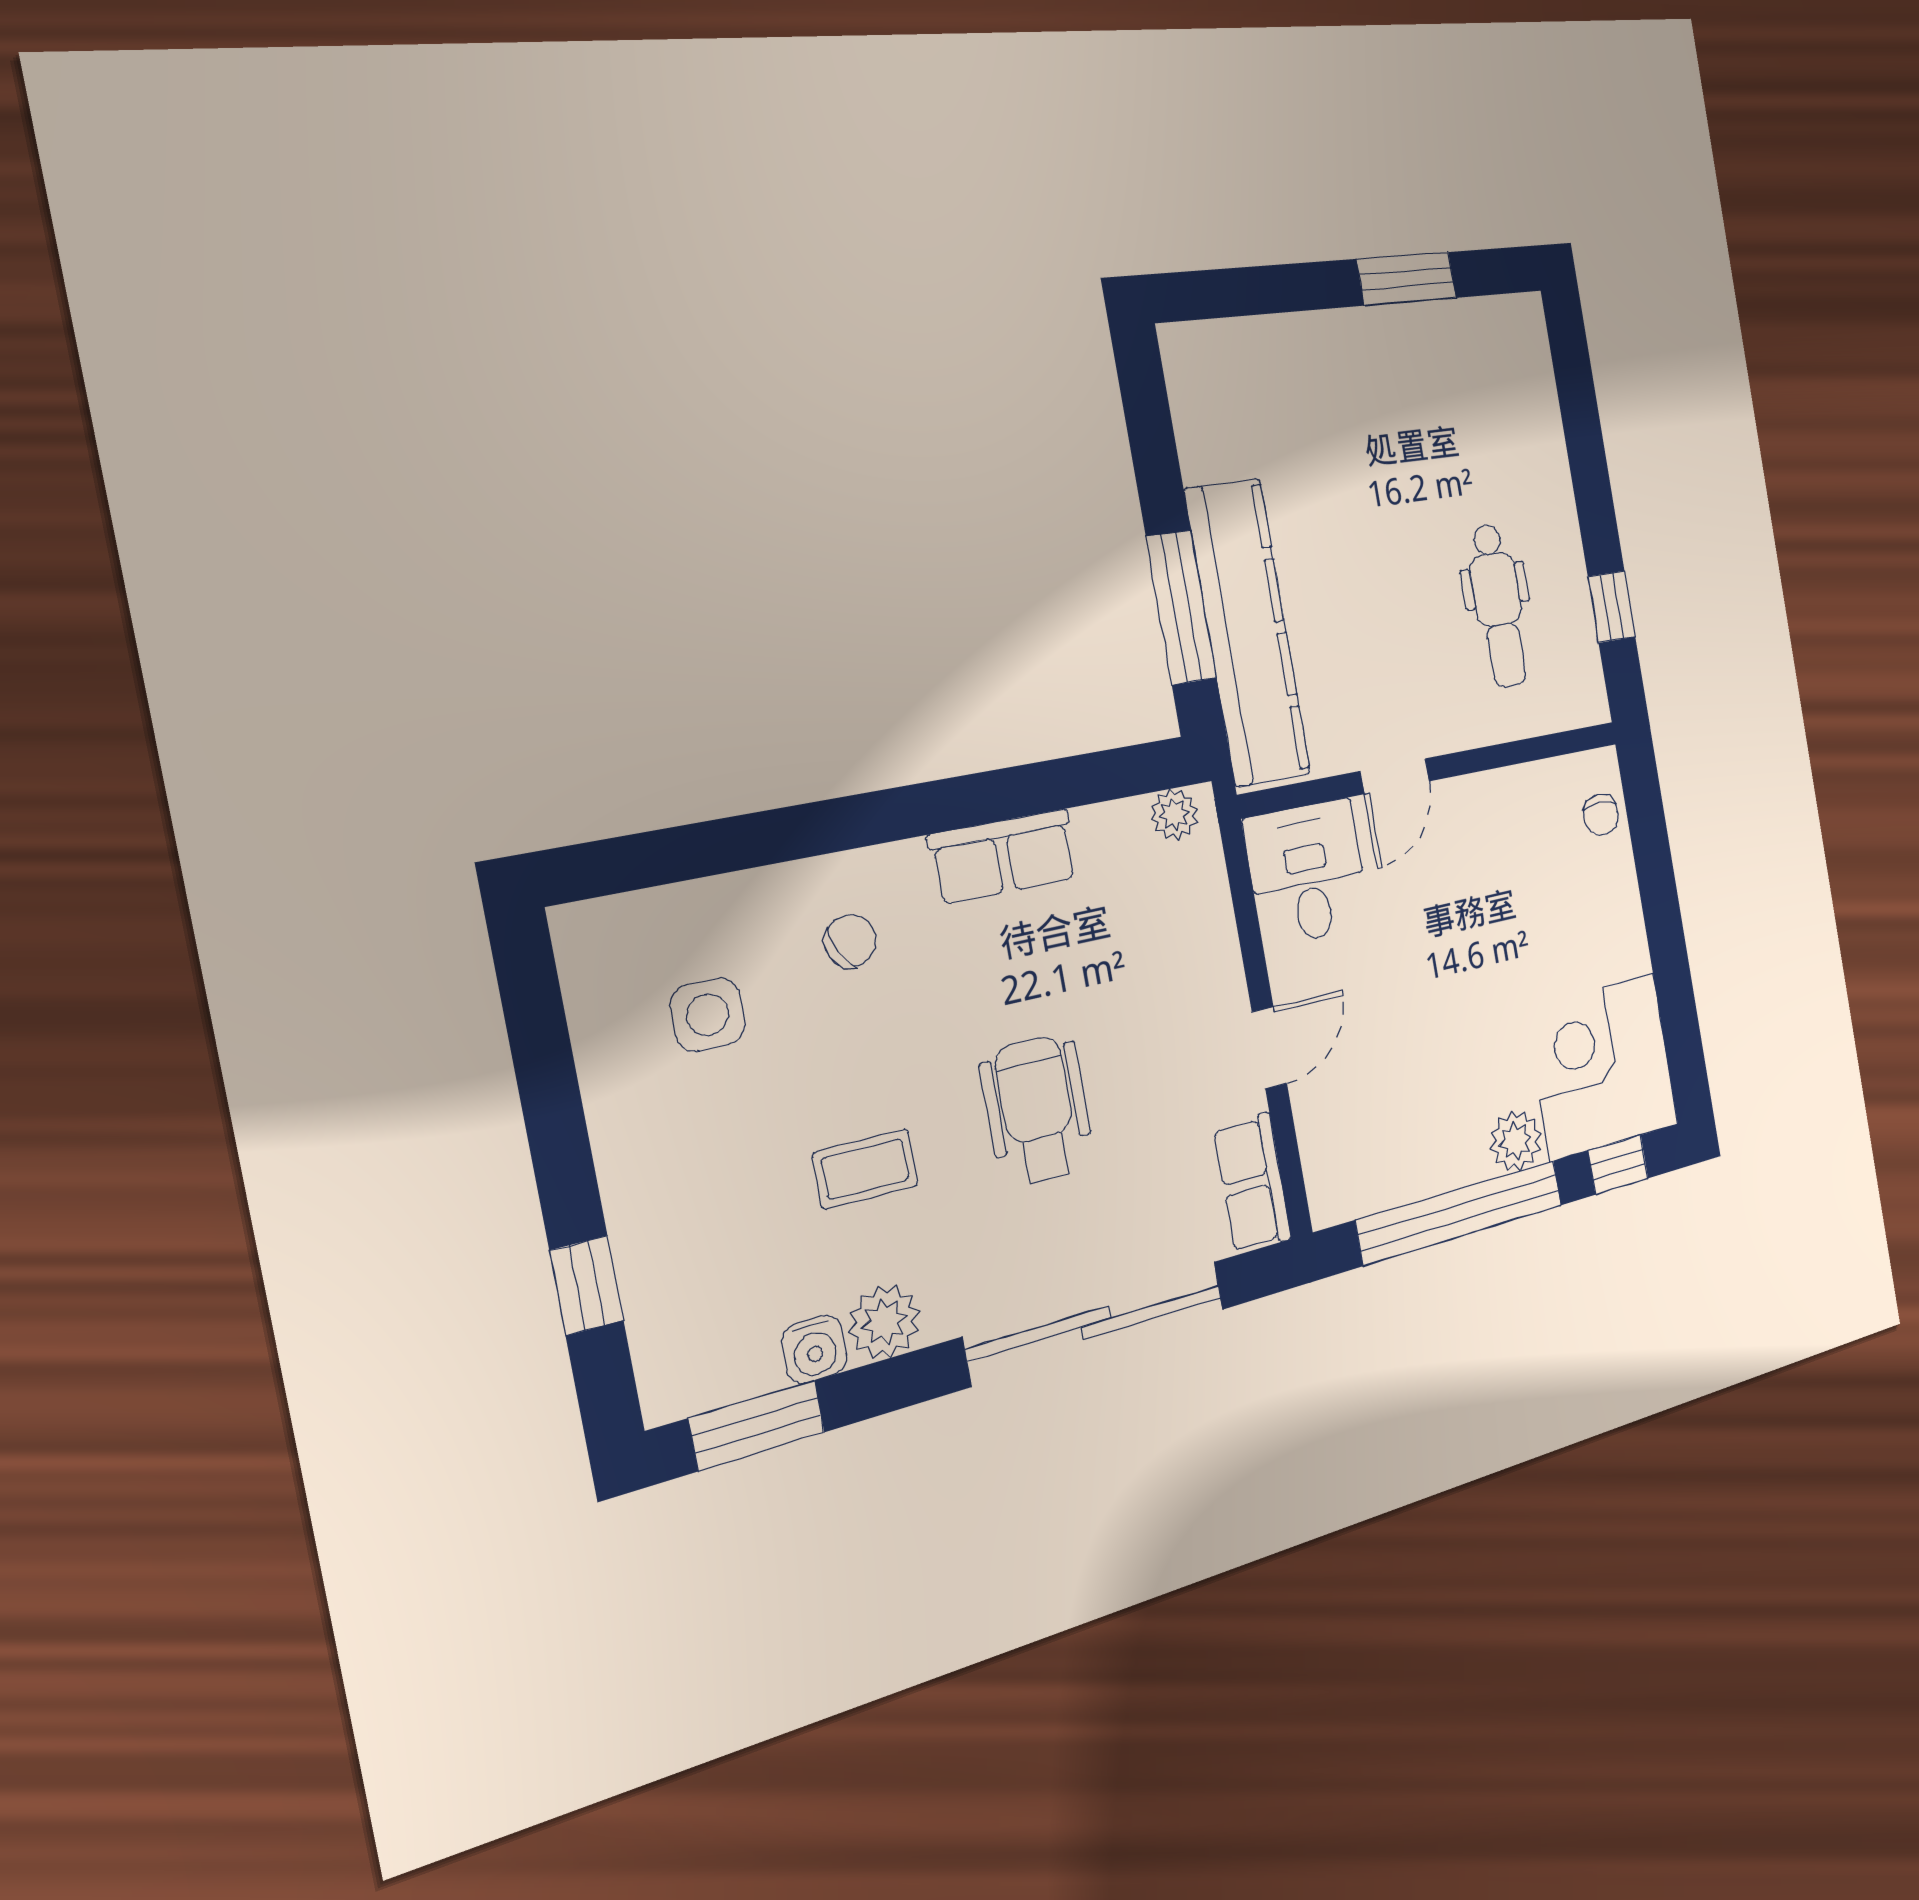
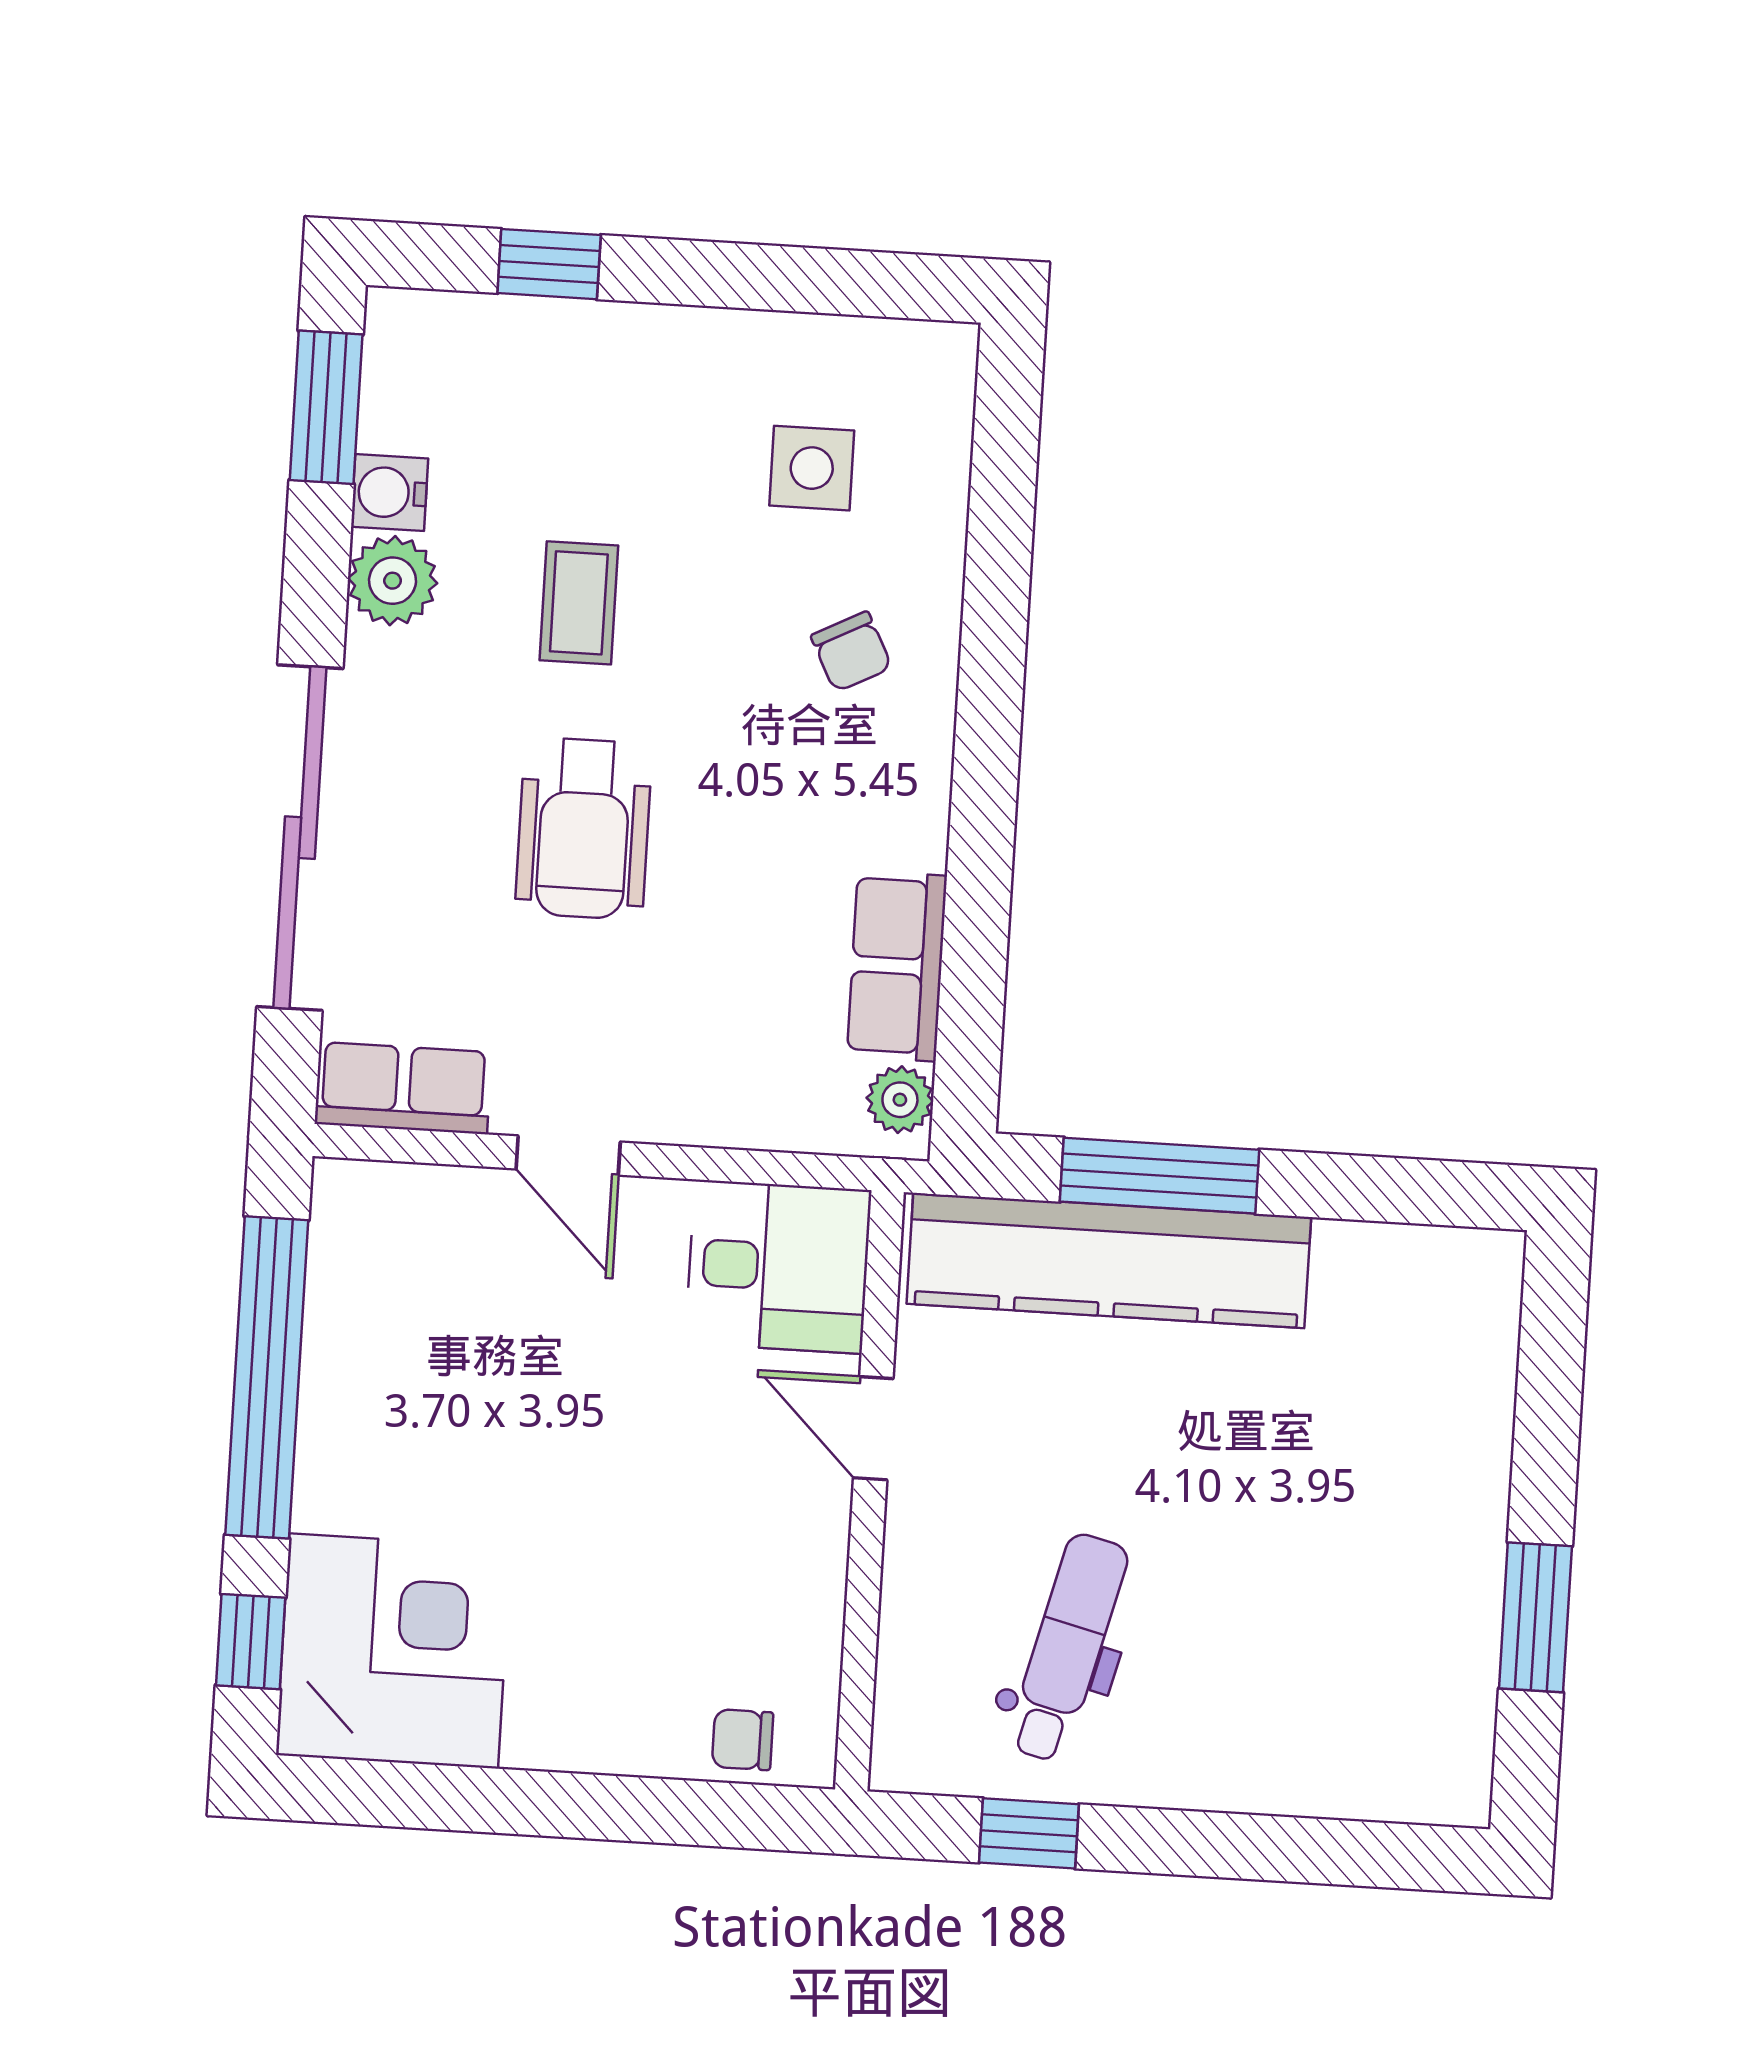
dental chair: (1498, 606) -> (1068, 1648), turned 104
row of seats: (1003, 857) -> (897, 966), moved
wheelchair: (1037, 1110) -> (584, 829), turned 90
plant: (1516, 1141) -> (335, 1487), removed

